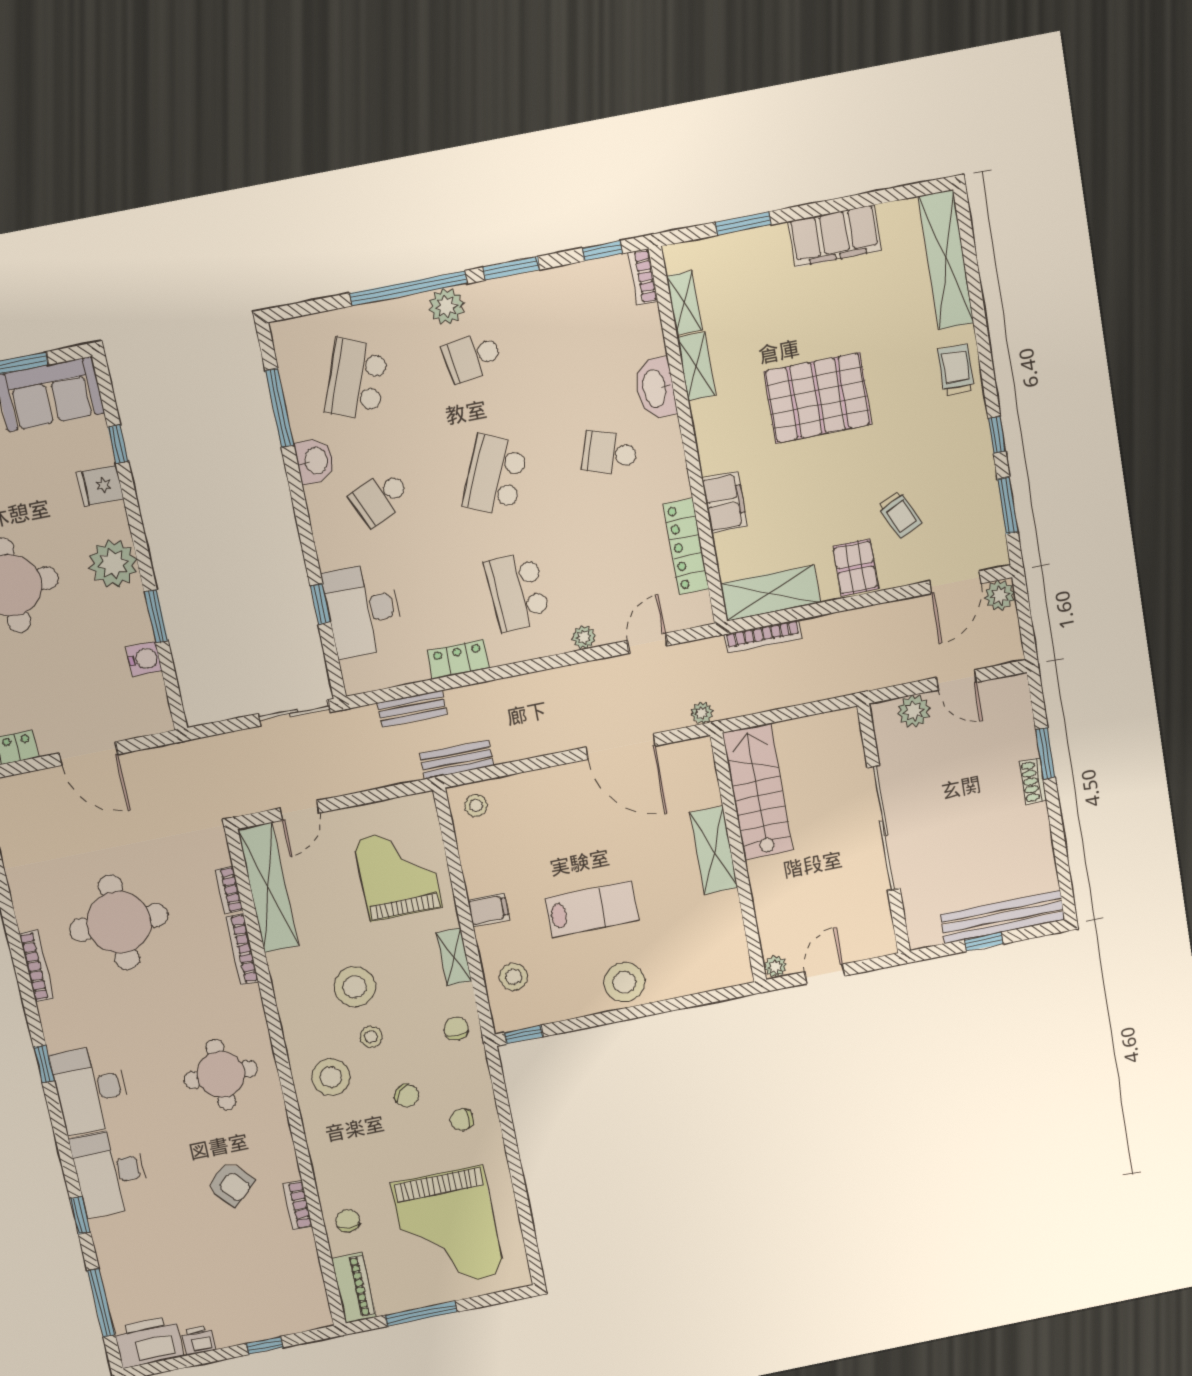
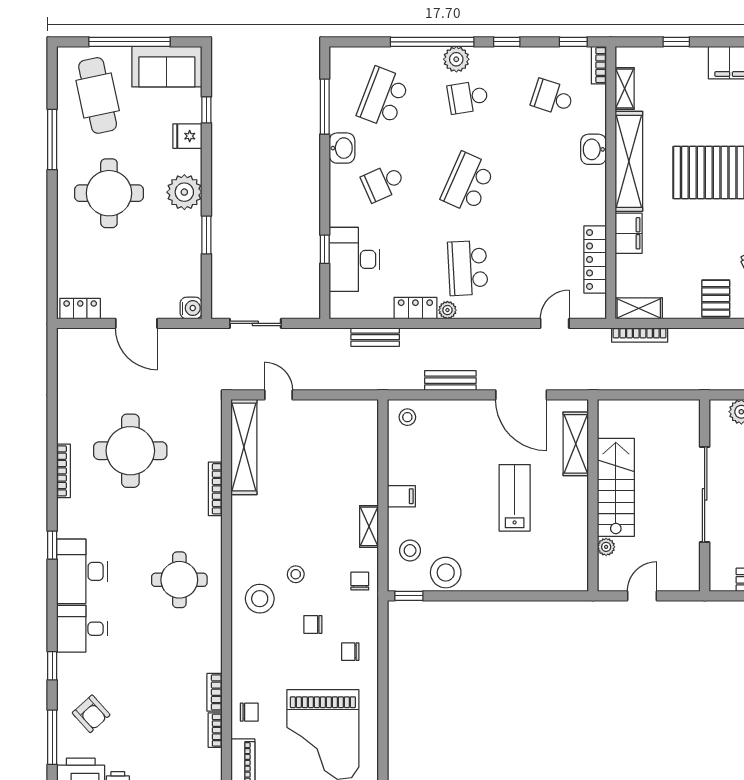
window: (743, 224) -> (676, 42), width x0.67
window: (511, 268) -> (507, 42), width x0.67
shelving: (696, 366) -> (629, 161), width x2.20, depth x1.33
washbasin: (655, 388) -> (593, 149), width x0.72
school desk: (610, 453) -> (552, 97), moved
shelving: (770, 593) -> (639, 308), width x0.67, depth x0.75
plant: (584, 637) -> (447, 310), moved
water cooler: (144, 659) -> (191, 308), moved
sliding door: (294, 713) -> (255, 323), moved
plant: (702, 713) -> (585, 382), removed
bench: (457, 760) -> (450, 381), moved
stairs: (758, 792) -> (616, 487), moved
door: (299, 810) -> (279, 395), swing flipped
shelving: (714, 850) -> (576, 444), moved
grand piano: (398, 873) -> (340, 456), removed
bookcase: (229, 890) -> (215, 730), moved
lab bench: (592, 909) -> (515, 498), moved, turned -90
plant: (775, 967) -> (606, 547), moved
stool: (624, 982) -> (446, 573), moved
stool: (355, 987) -> (292, 534), removed
chair: (407, 1096) -> (313, 625), turned 137
desk: (110, 1172) -> (82, 629), width x0.73
armchair: (231, 1184) -> (91, 714), moved
chair: (348, 1221) -> (249, 712), turned 90

